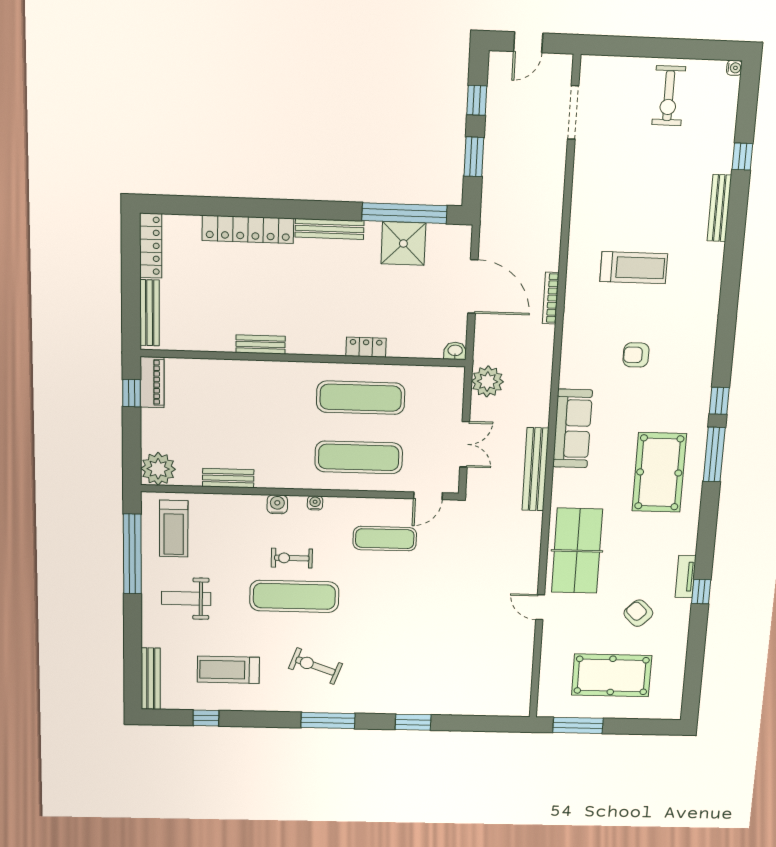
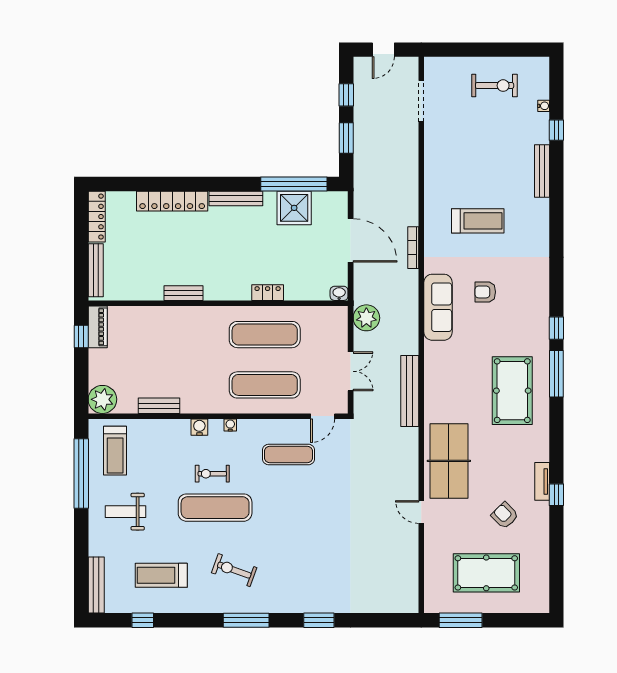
water cooler: (734, 68) -> (544, 106), moved
exercise bike: (669, 96) -> (495, 86), turned -90
sofa: (573, 429) -> (438, 307), moved

